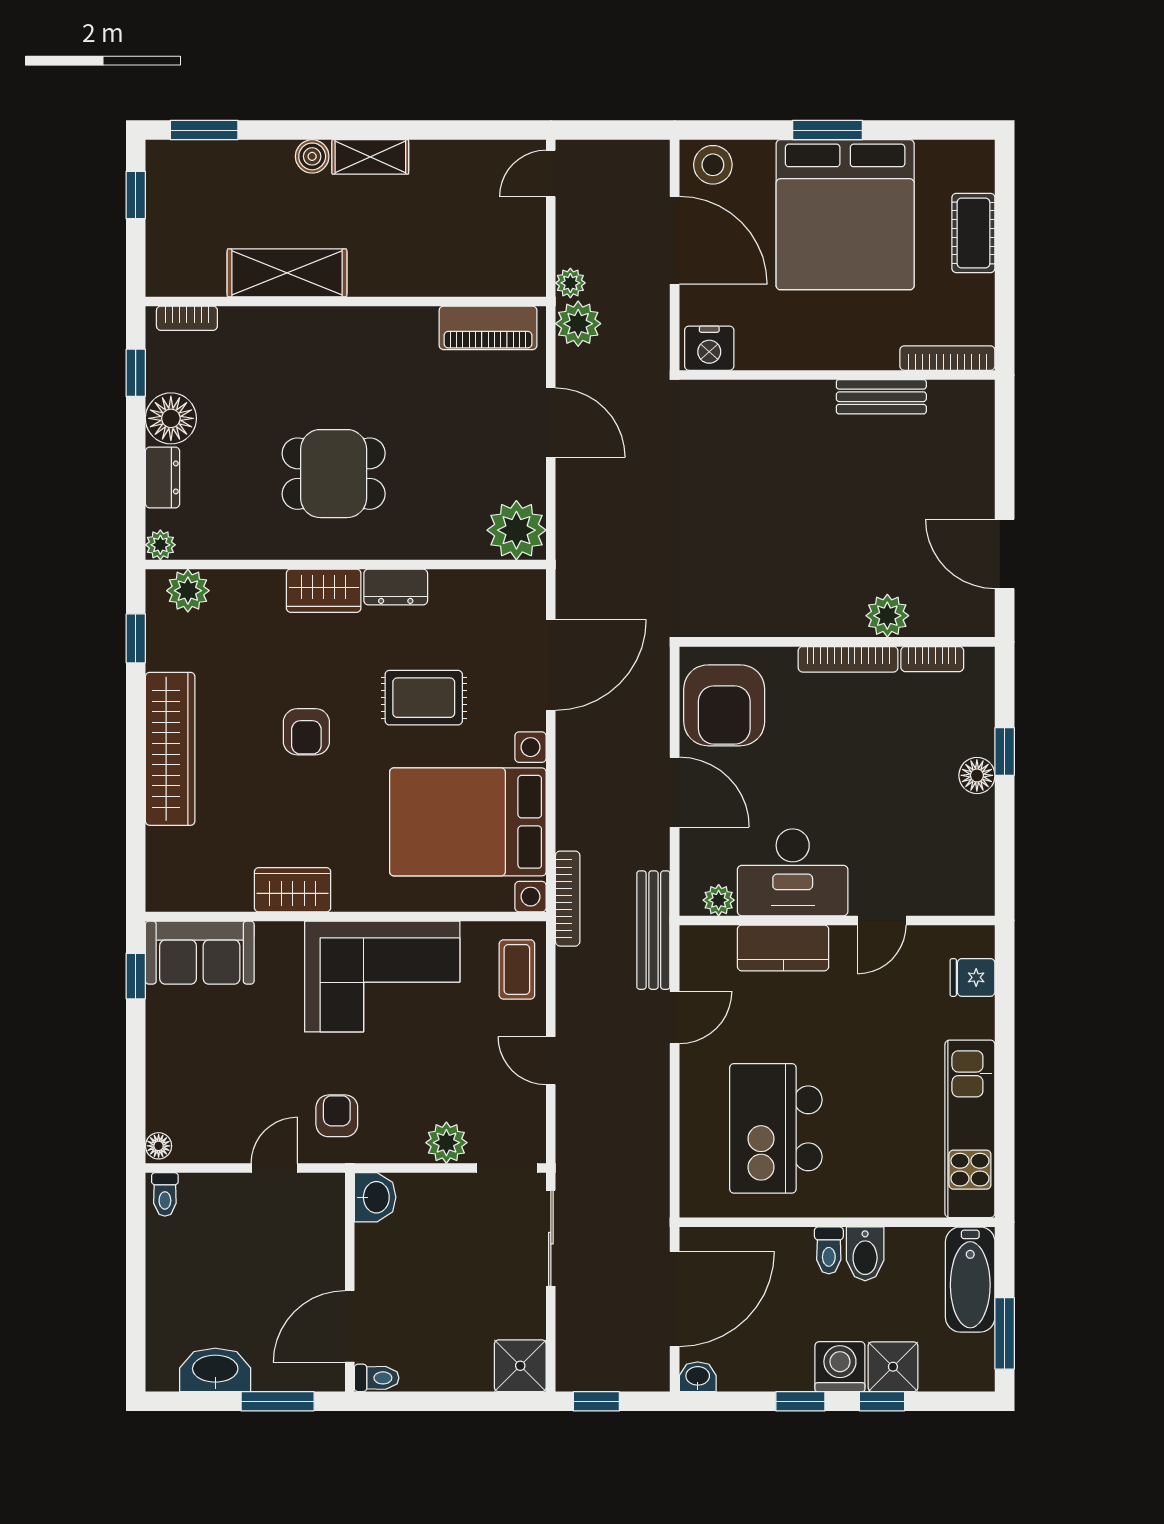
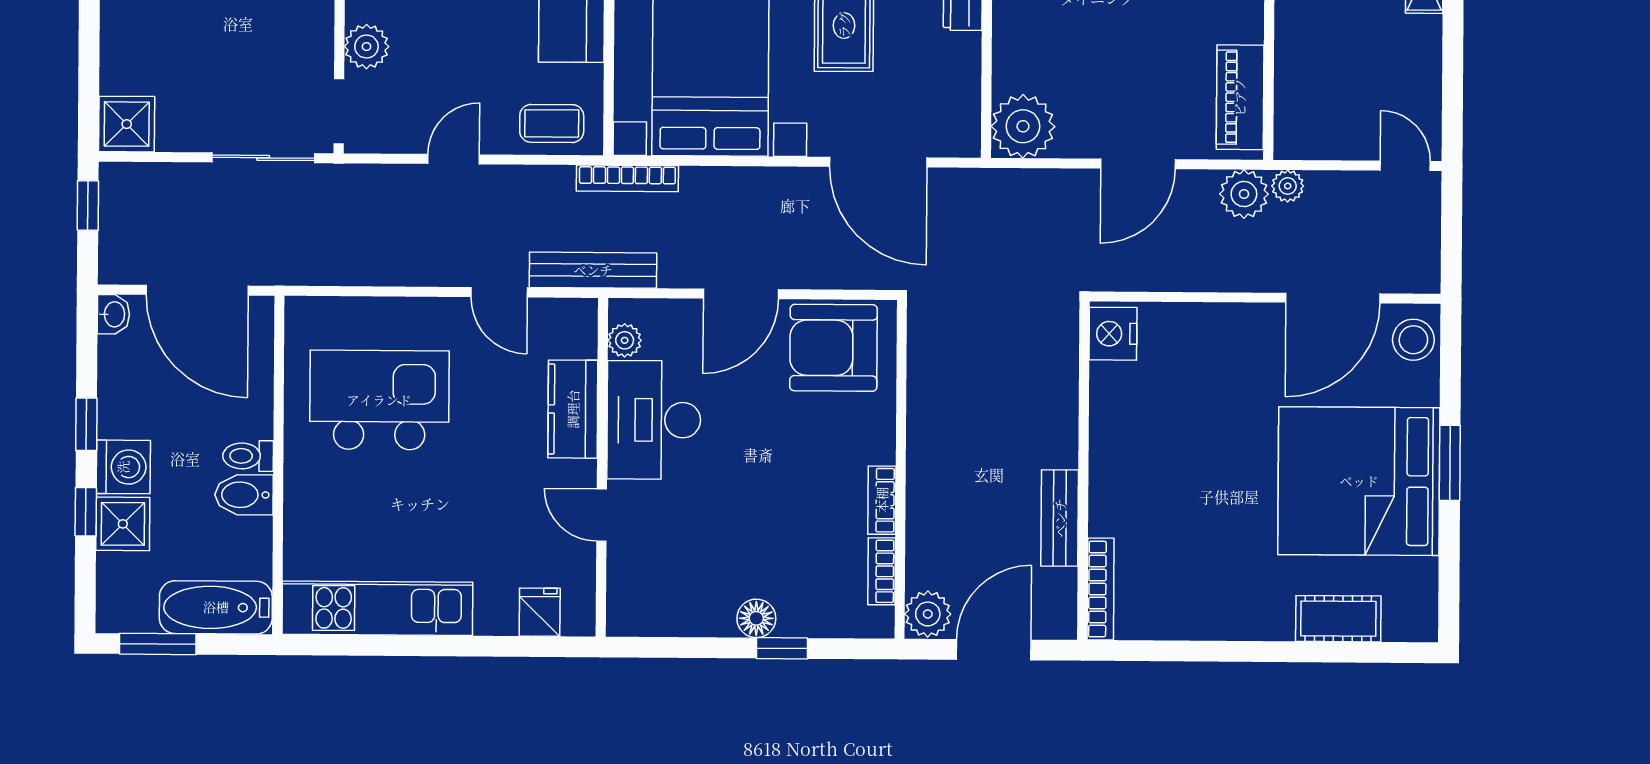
nightstand: (709, 348) -> (1113, 334), moved
bookcase: (947, 358) -> (1101, 589), moved
wall: (837, 375) -> (1083, 471), moved
bench: (881, 397) -> (1060, 518), moved
plant: (887, 616) -> (928, 614), moved
bookcase: (848, 659) -> (882, 500), width x0.64

